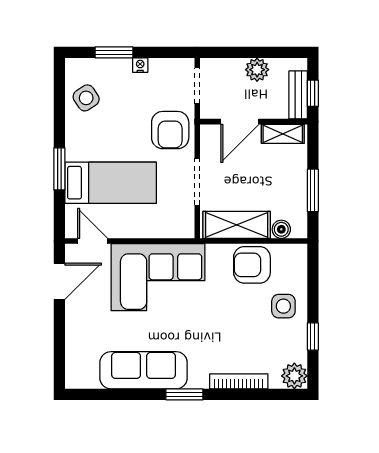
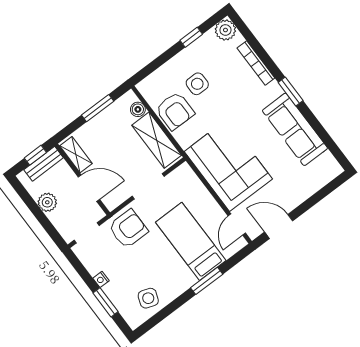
side table: (86, 98) -> (148, 298), turned -37
side table: (283, 306) -> (197, 84), moved

